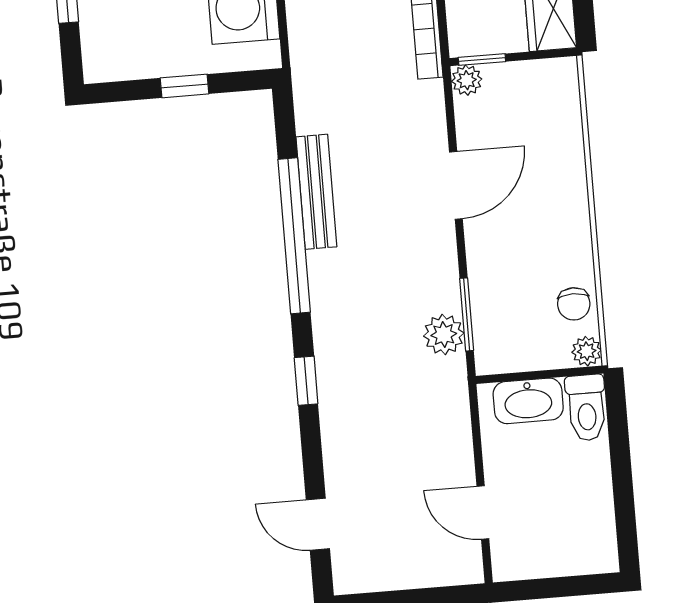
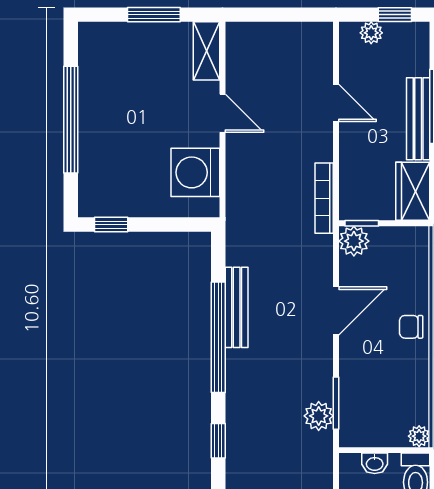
plant: (467, 80) -> (354, 241), width x1.38, depth x1.38
window: (184, 86) -> (111, 225), moved
chair: (574, 304) -> (411, 327), moved, turned 90
washbasin: (528, 401) -> (375, 463), width x0.52, depth x0.69

